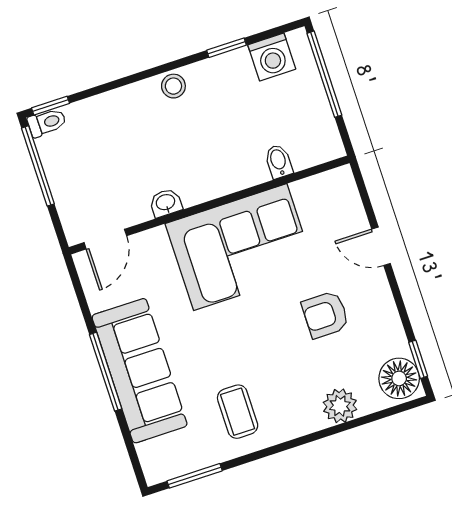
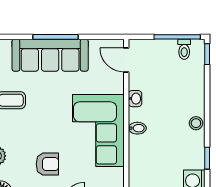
toilet: (47, 123) -> (184, 49), moved
bidet: (279, 161) -> (137, 128), moved
armchair: (325, 315) -> (47, 164), turned 90

